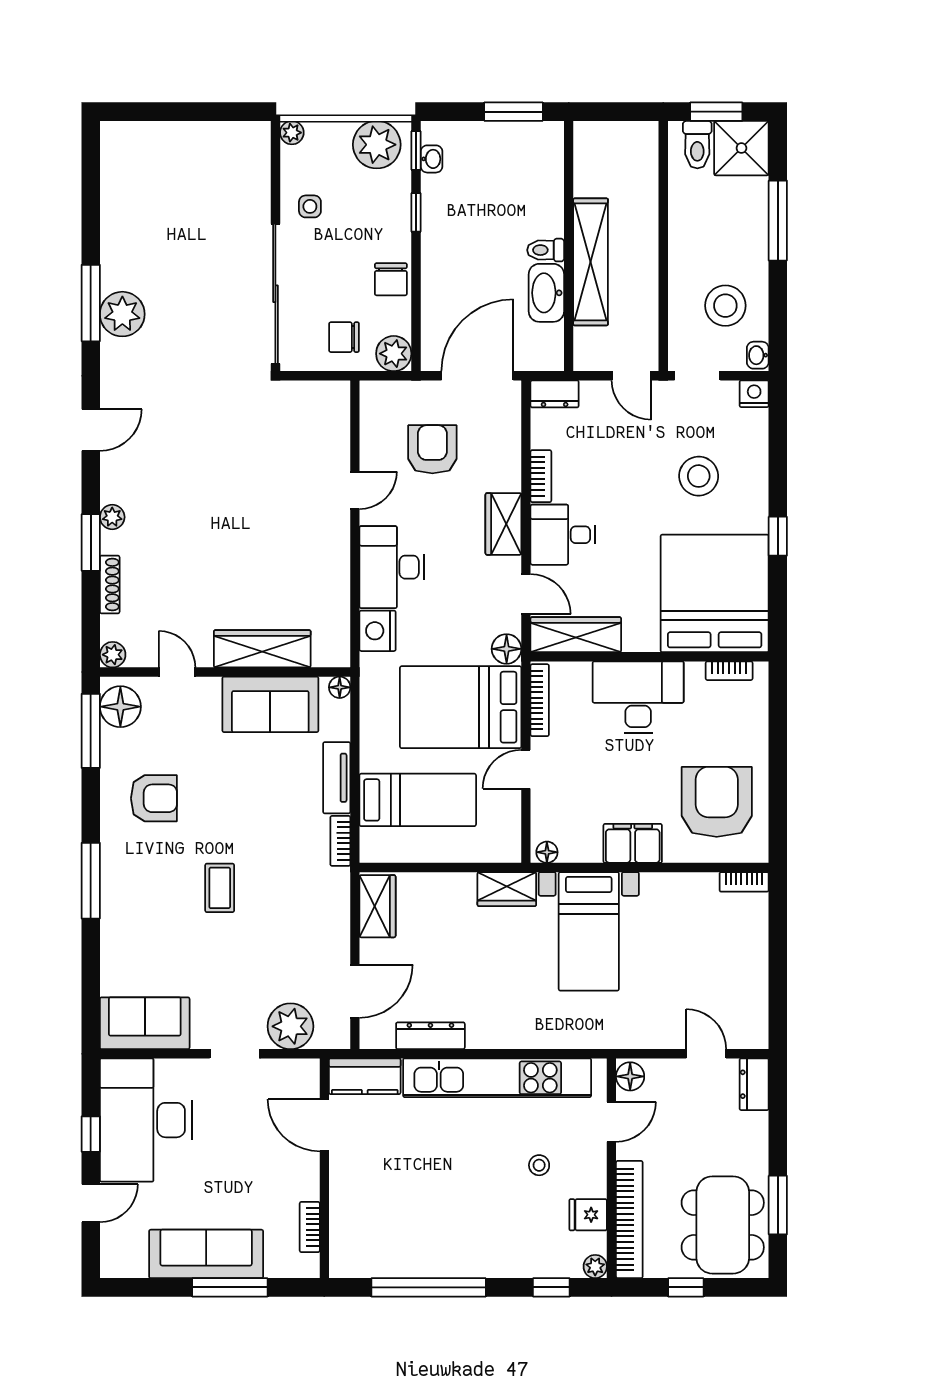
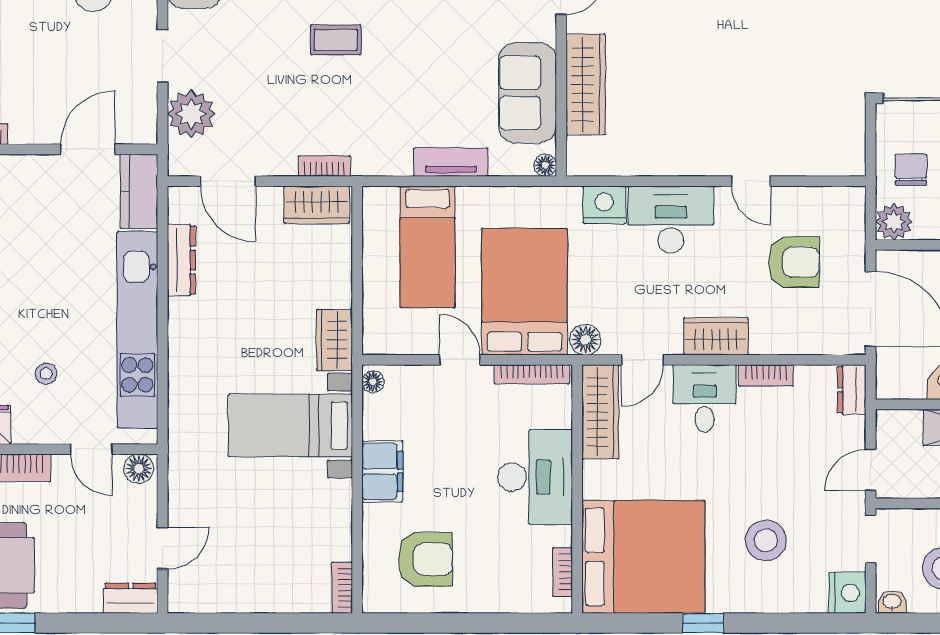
nightstand: (754, 394) -> (847, 593), width x1.36, depth x1.33
armchair: (717, 802) -> (426, 559), width x0.73, depth x0.73
bookcase: (340, 841) -> (324, 166), moved

